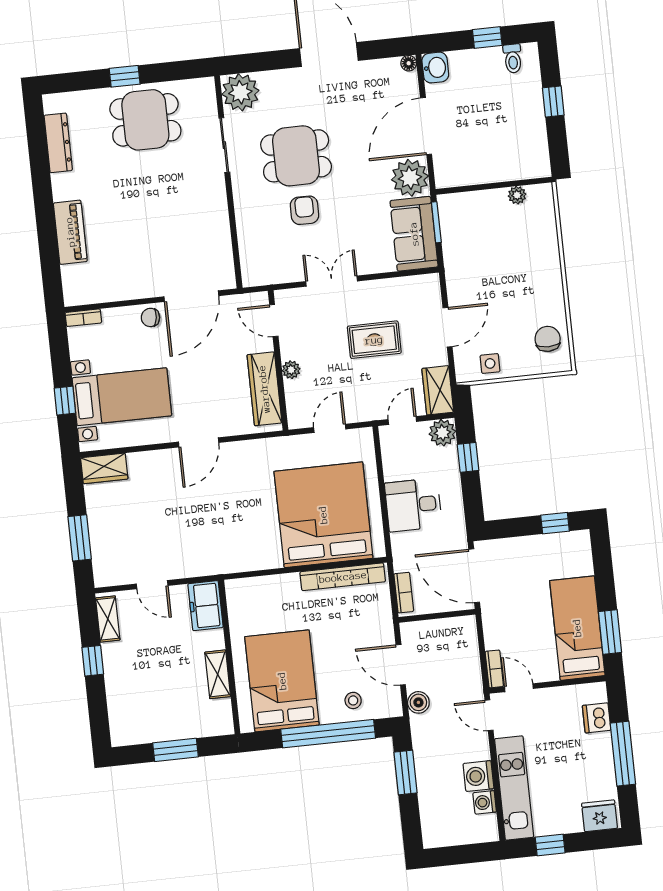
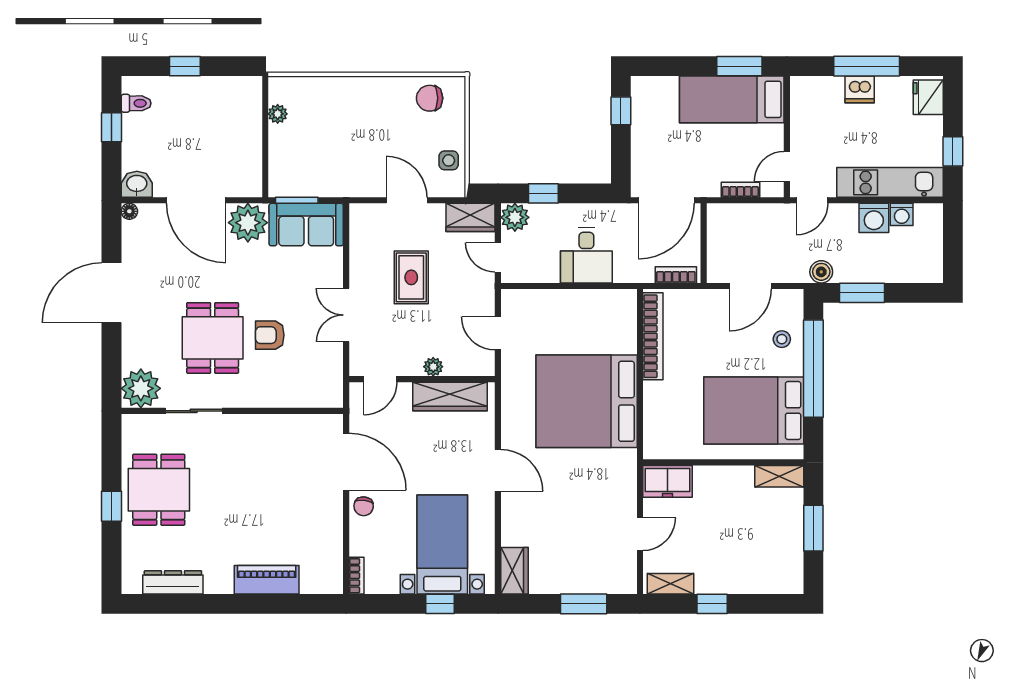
bed: (323, 515) -> (587, 401), moved
bookcase: (494, 669) -> (740, 190), moved
shelving: (218, 674) -> (779, 476), moved
boiler: (418, 702) -> (821, 272), moved
dishwasher: (597, 718) -> (860, 89), moved

